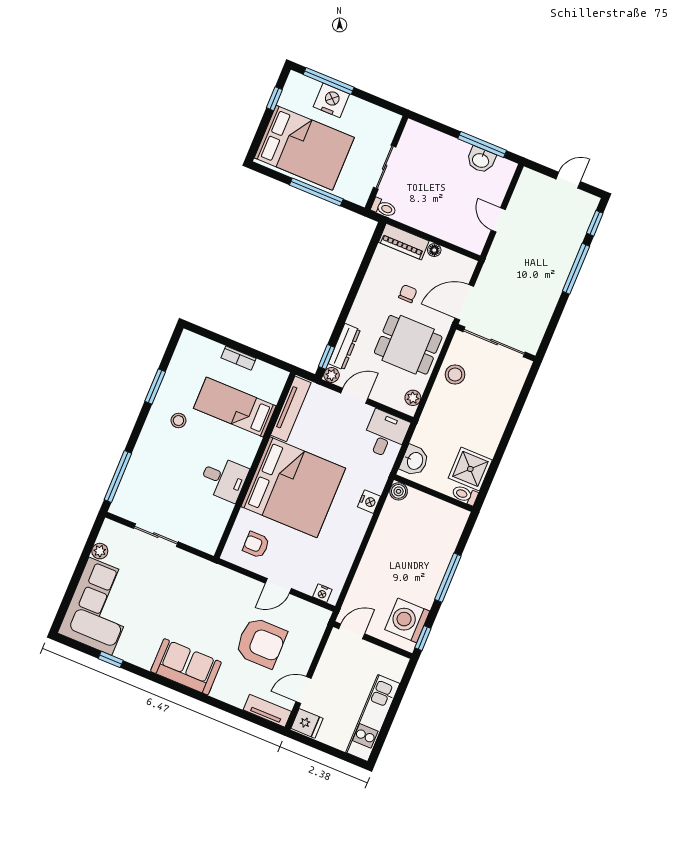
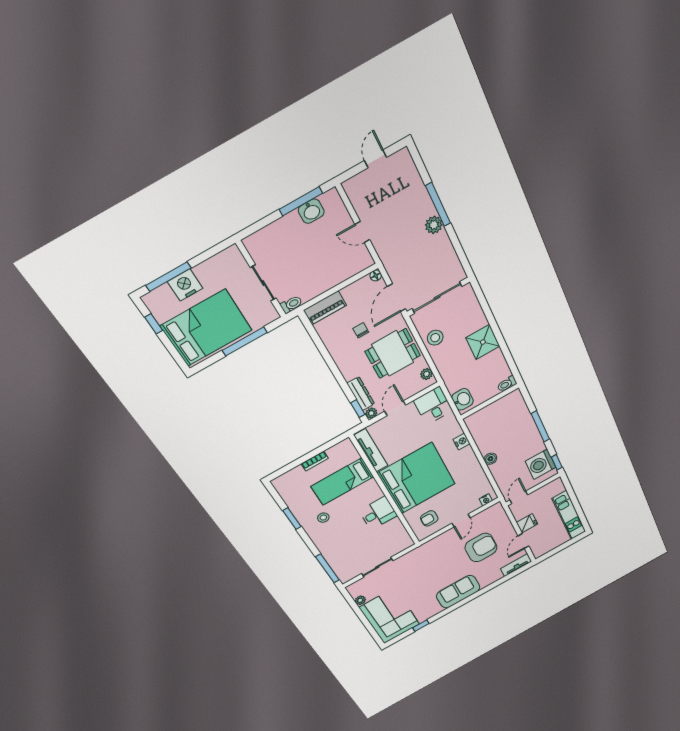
window: (595, 223) -> (420, 165), removed
floor lamp: (434, 250) -> (376, 275), moved
plant: (556, 280) -> (434, 225), added
shower: (470, 469) -> (483, 342), moved
boiler: (399, 491) -> (490, 459), moved
fridge: (307, 723) -> (527, 523), moved

